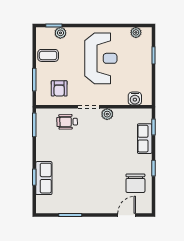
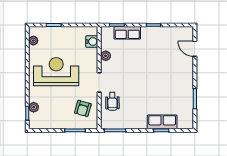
coffee table: (48, 55) -> (54, 118), removed
armchair: (59, 88) -> (83, 108), turned 106
plant: (107, 114) -> (106, 56), moved
chair: (135, 183) -> (167, 41), removed

